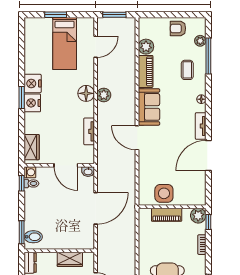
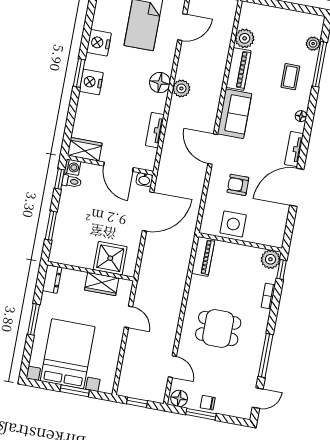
armchair: (178, 28) -> (238, 185), moved
nightstand: (33, 83) -> (99, 43), moved
wardrobe: (32, 147) -> (85, 149), moved, turned -90
door: (96, 208) -> (148, 211), moved
piano: (167, 215) -> (203, 256), moved, turned -90
window: (22, 232) -> (51, 225), moved
bidet: (33, 237) -> (62, 248), removed
shower: (73, 238) -> (110, 258), added

